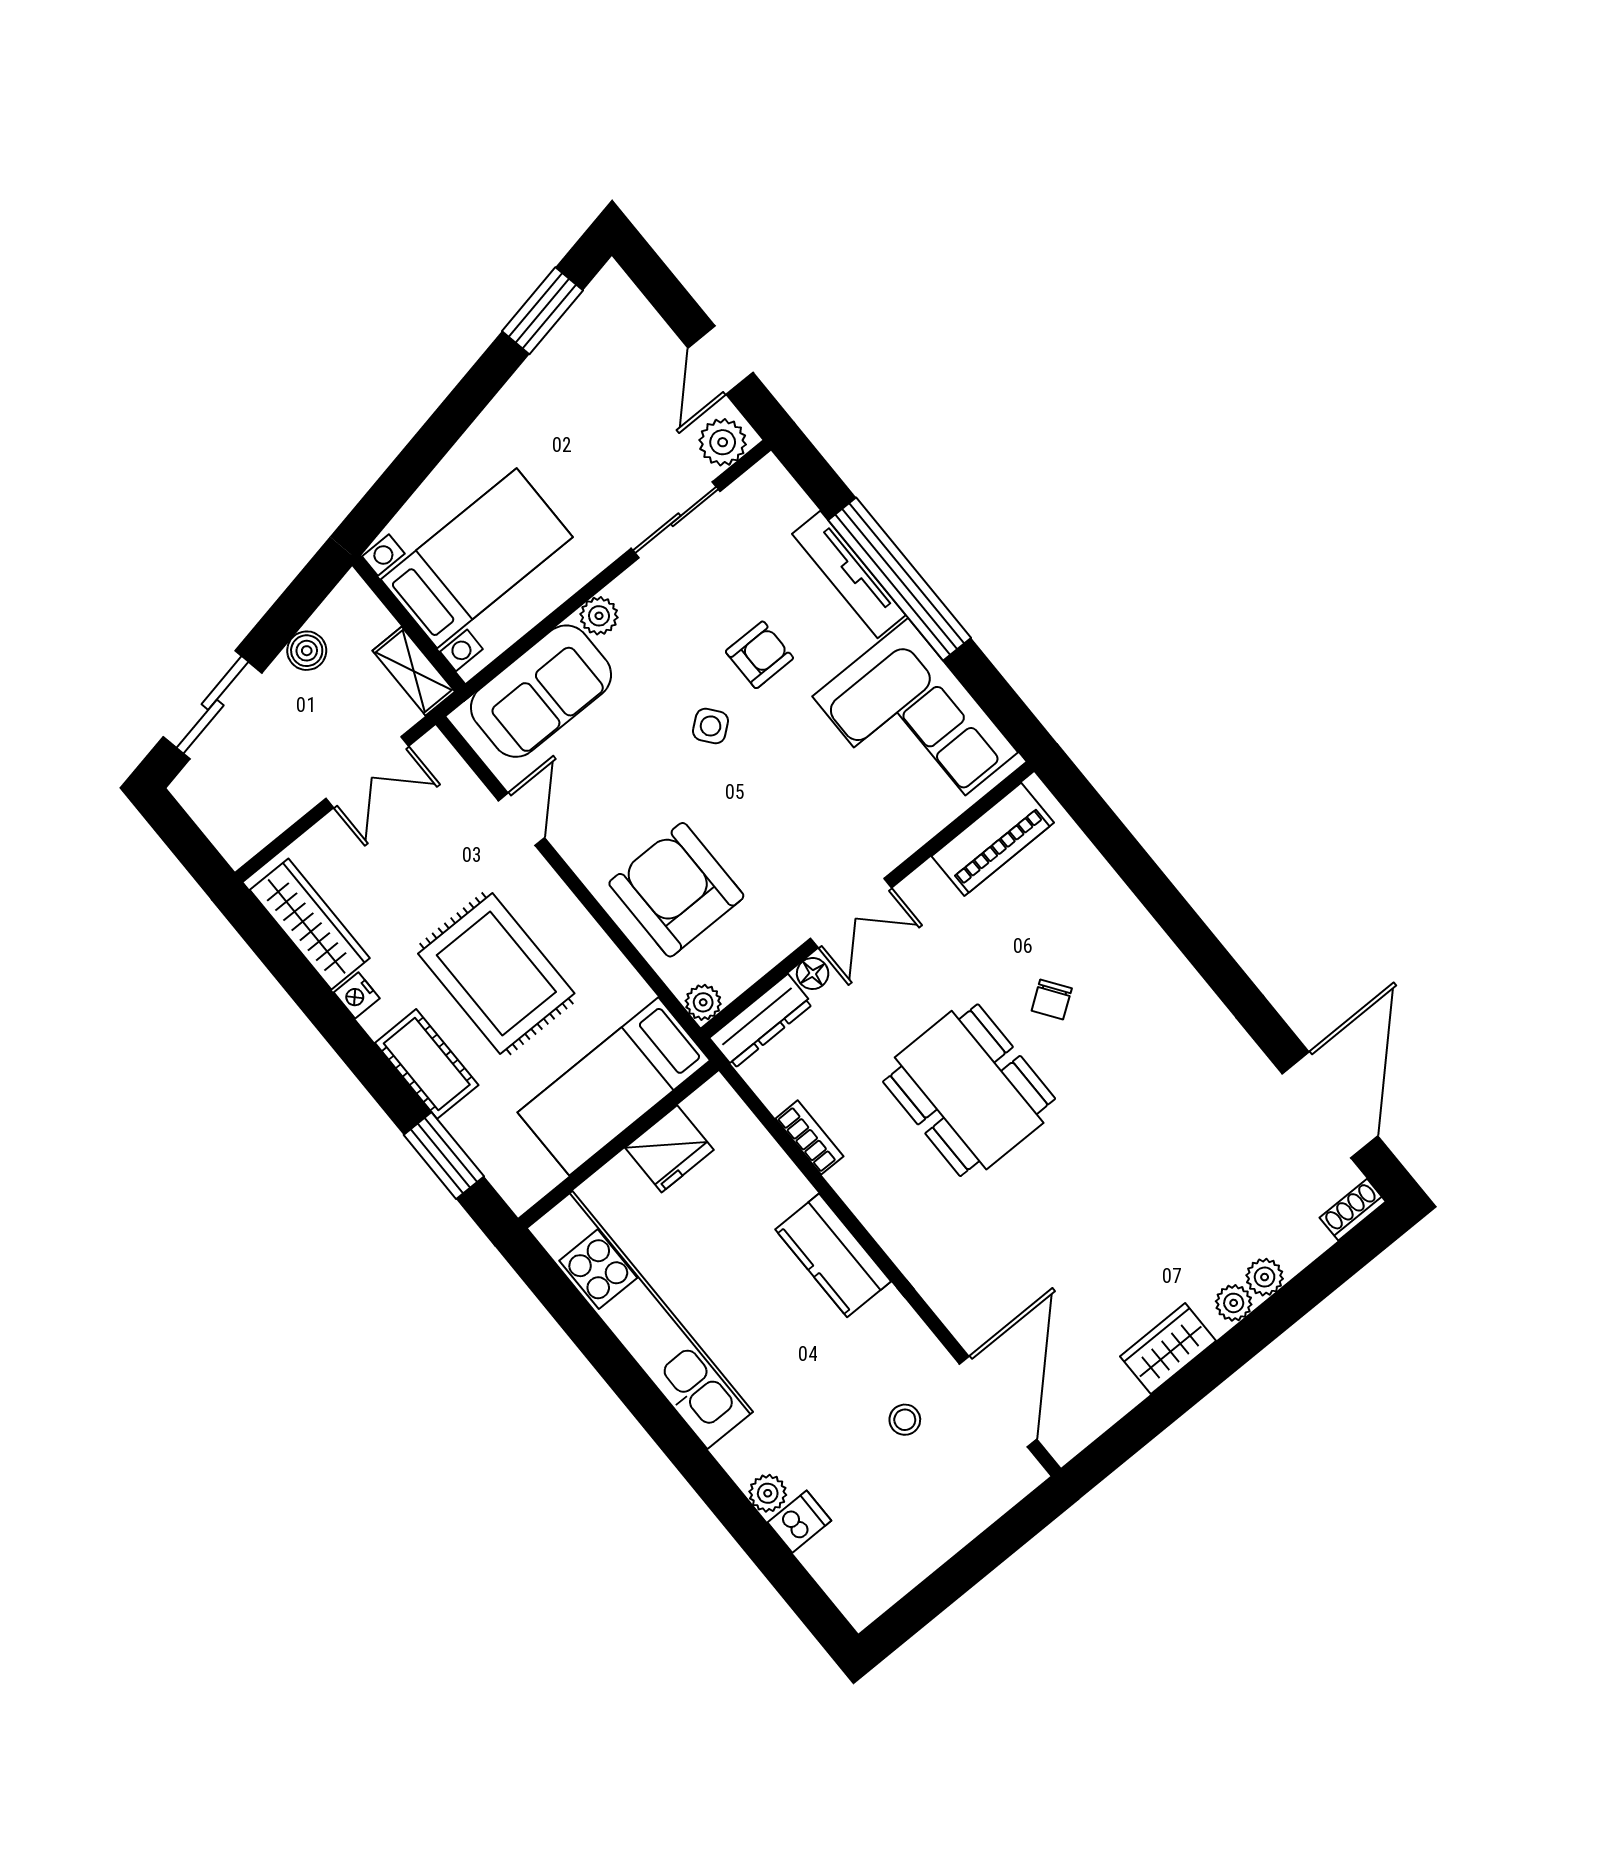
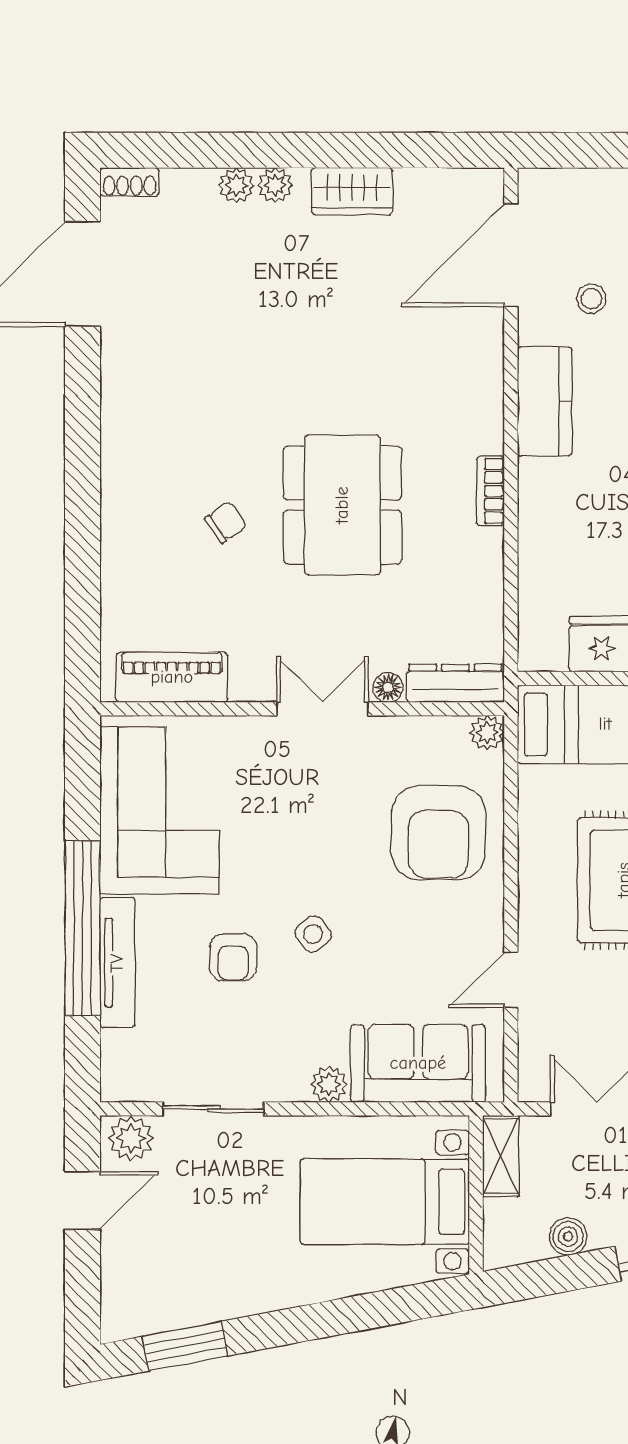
armchair: (759, 655) -> (233, 957), turned -90
bookcase: (809, 1137) -> (490, 491), moved
kitchen counter: (833, 1255) -> (545, 401), moved

